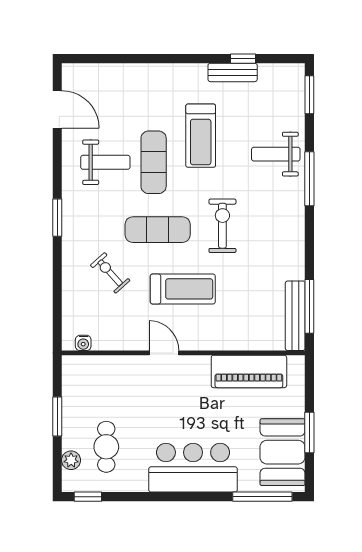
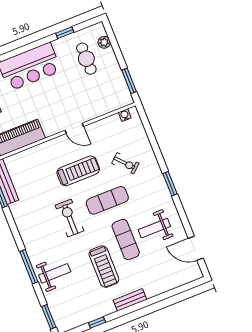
bench: (233, 72) -> (130, 300), moved
treadmill: (201, 136) -> (104, 267), turned 180
exercise bike: (222, 226) -> (70, 218), turned 180
treadmill: (183, 289) -> (78, 171), turned 180
window: (57, 416) -> (129, 81), moved
window: (88, 497) -> (65, 33), moved

